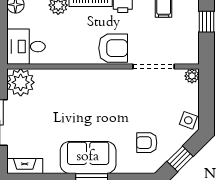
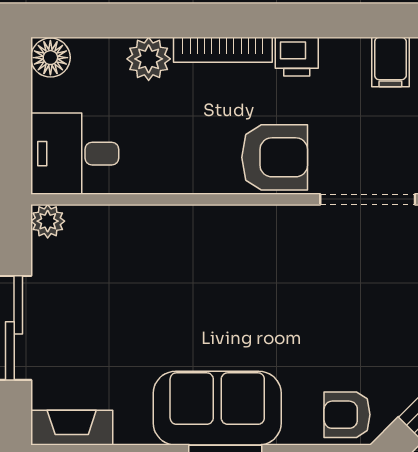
plant: (21, 82) -> (48, 221), width x0.53, depth x0.53
armchair: (147, 143) -> (347, 415), moved

